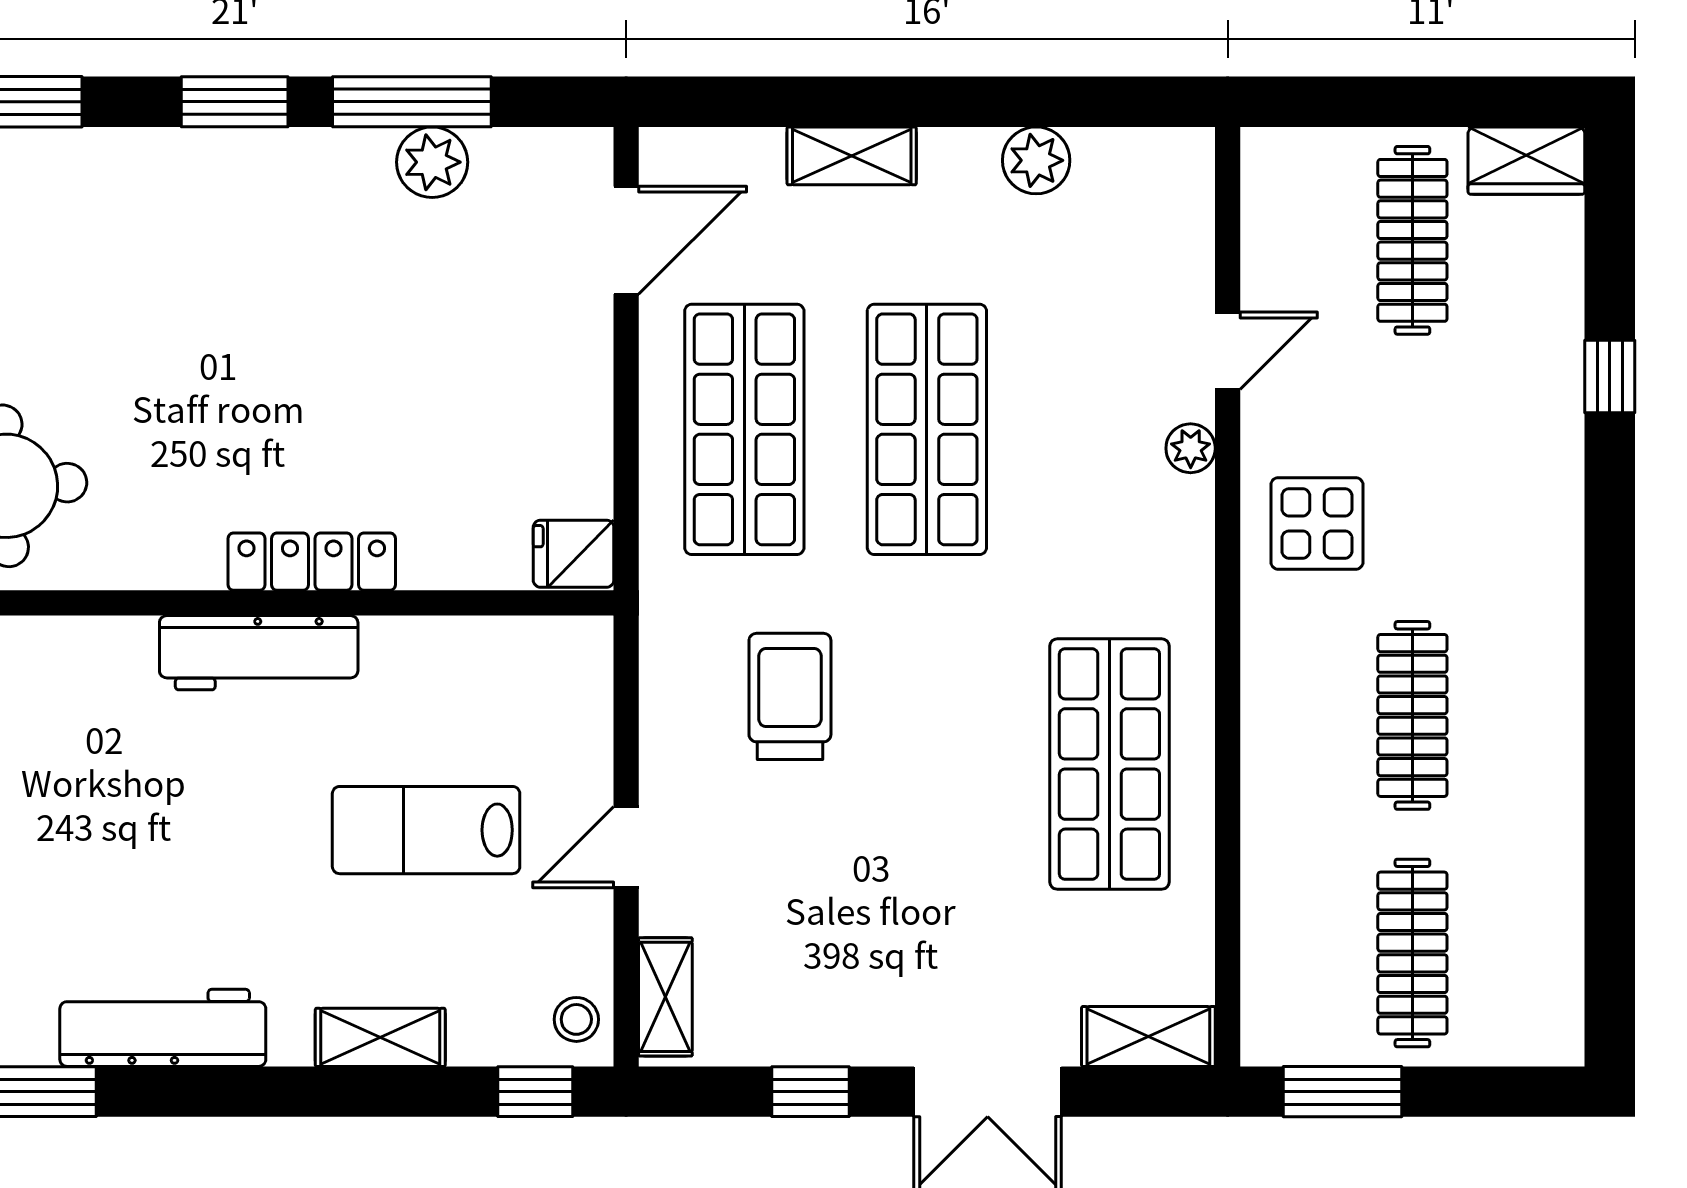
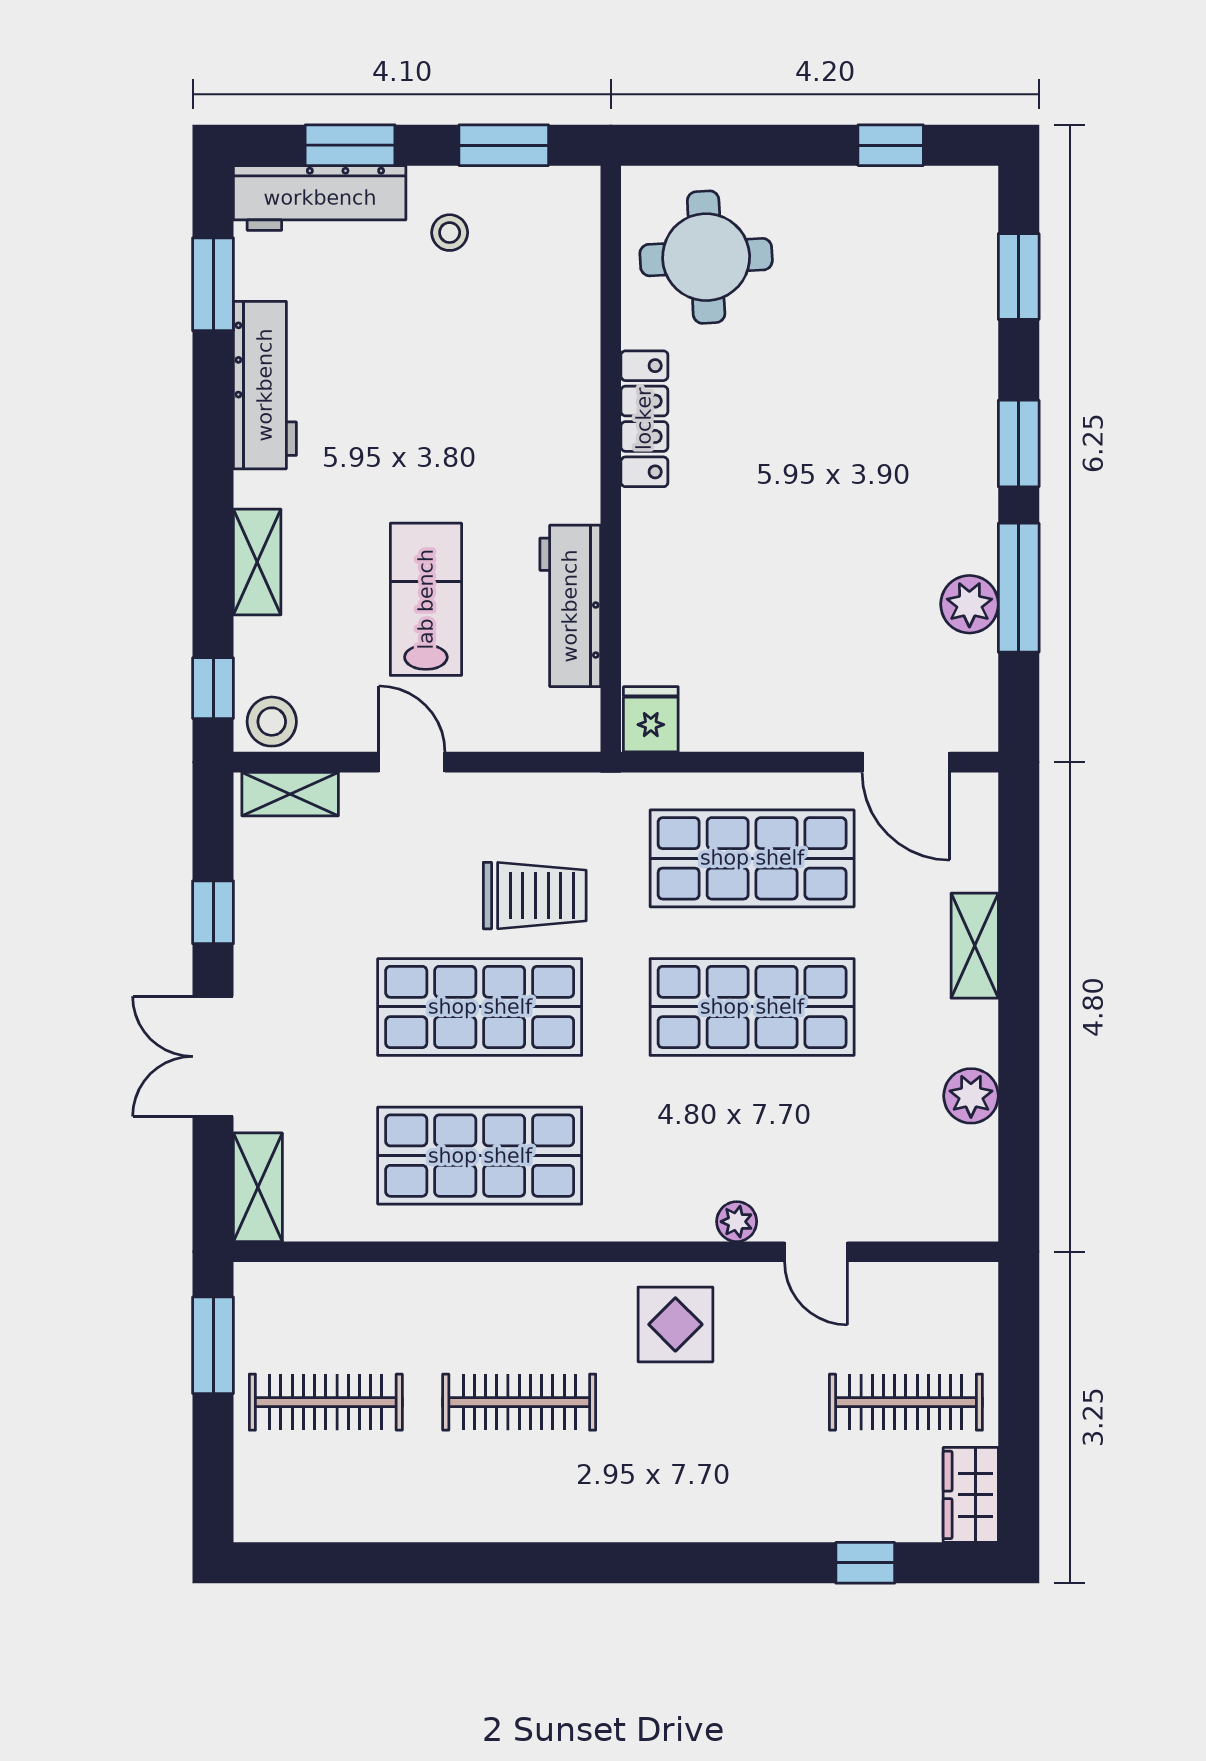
window: (1610, 377) -> (865, 1563), moved
locker: (312, 562) -> (644, 419), moved
workbench: (259, 653) -> (570, 606), moved
shop shelf: (927, 764) -> (480, 1007), added
stool: (576, 1019) -> (272, 722), width x1.37, depth x1.37

